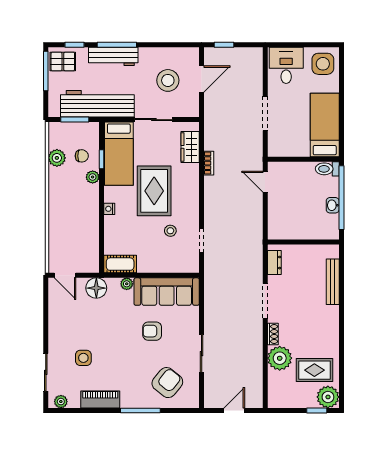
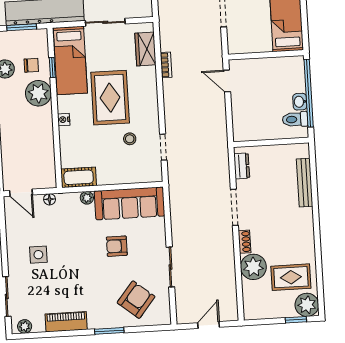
toilet: (327, 169) -> (295, 119), moved
plant: (93, 177) -> (38, 93), width x1.88, depth x1.88
floor lamp: (96, 288) -> (50, 199), width x0.53, depth x0.53
side table: (83, 358) -> (38, 255), moved
window: (140, 410) -> (109, 331), width x0.69

